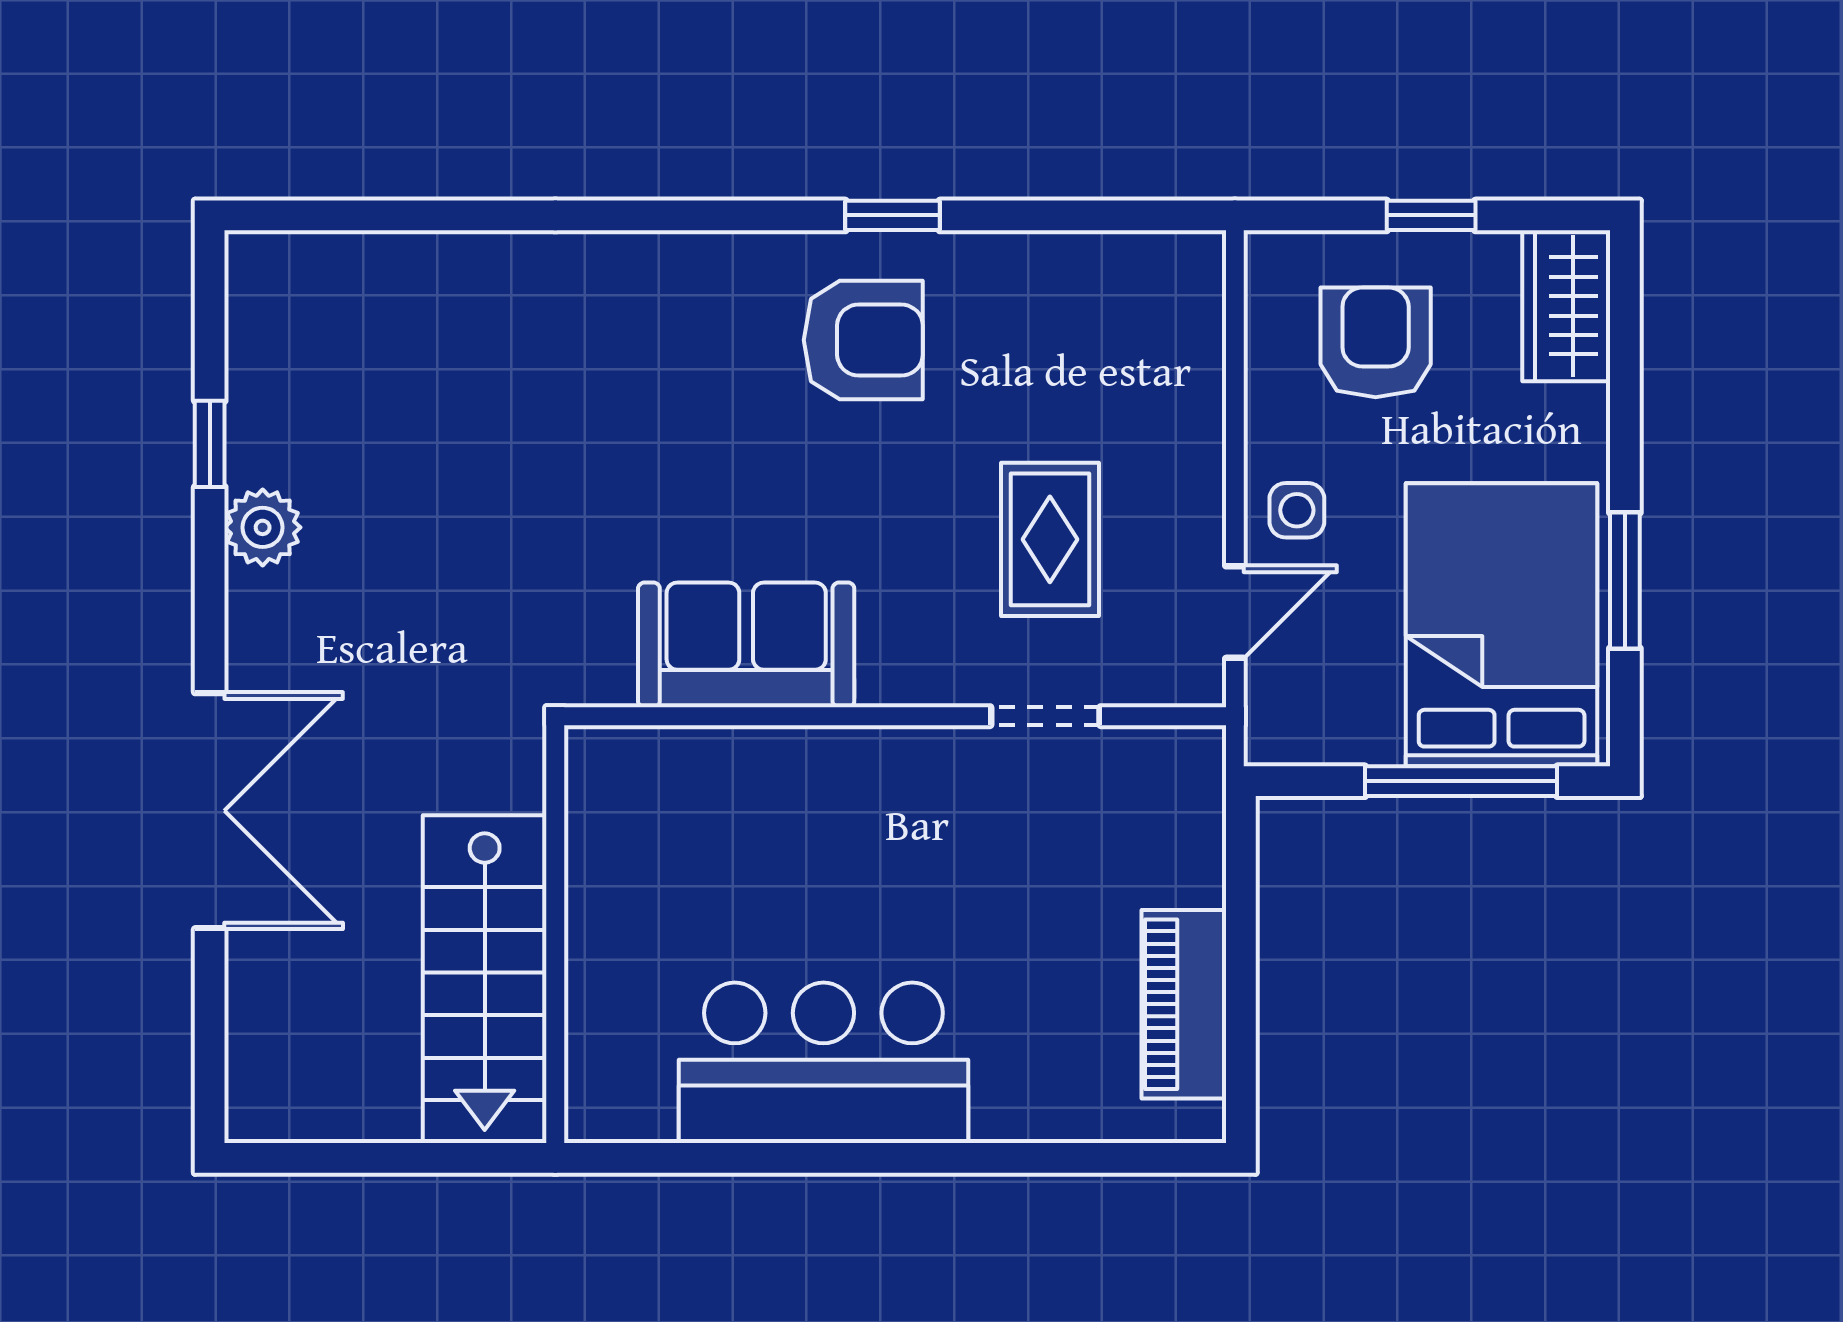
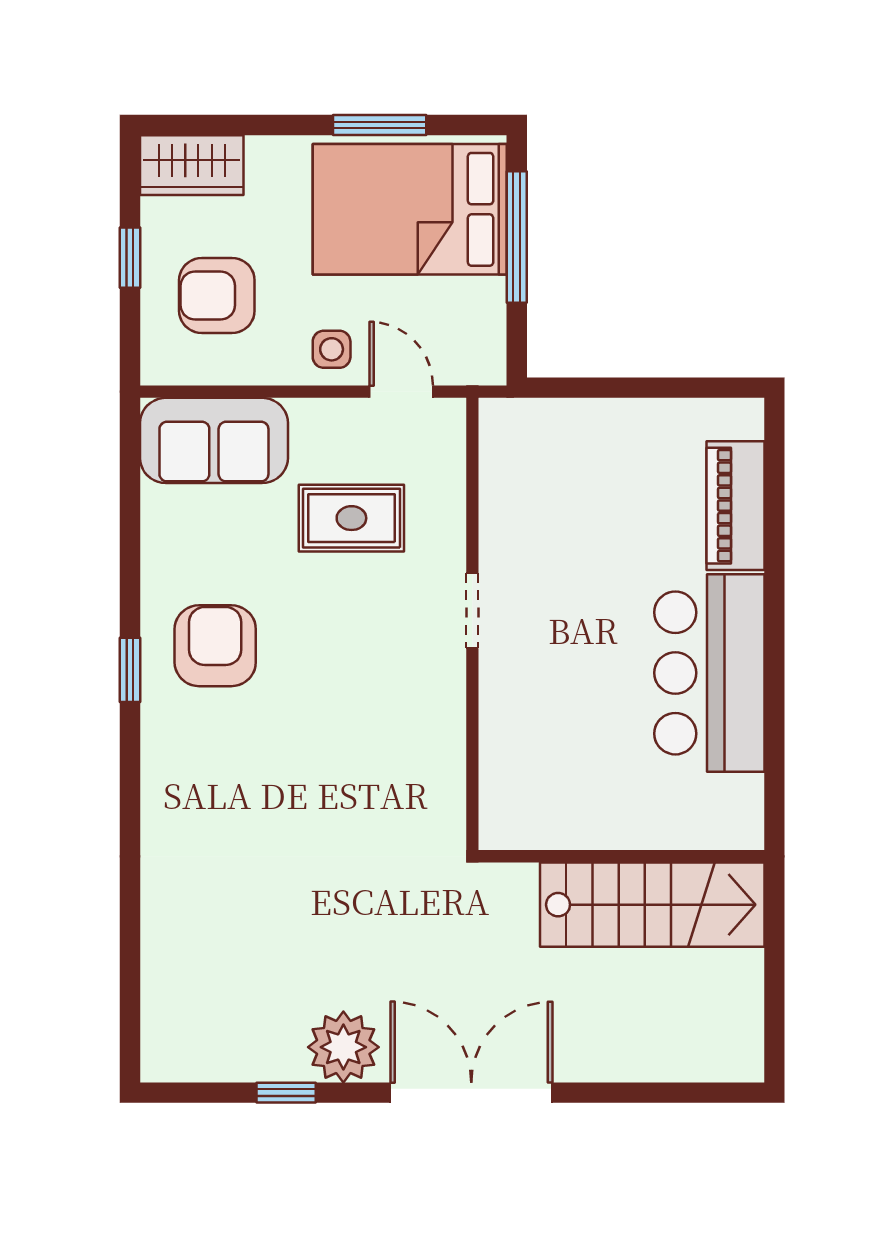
window: (893, 215) -> (130, 670), moved
plant: (263, 527) -> (343, 1047), width x1.36, depth x1.36
sofa: (746, 645) -> (214, 440), moved, turned -90
doorway: (1045, 716) -> (472, 611), moved
double door: (210, 811) -> (471, 1093), moved
piano: (1184, 1004) -> (735, 506), moved, turned 90

